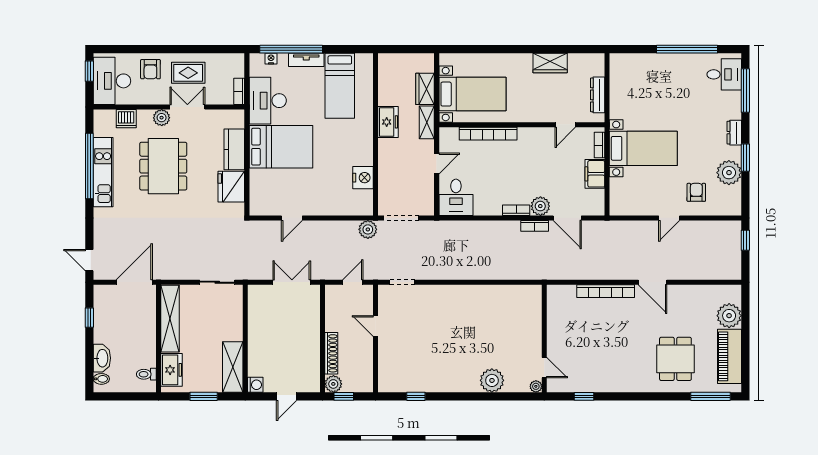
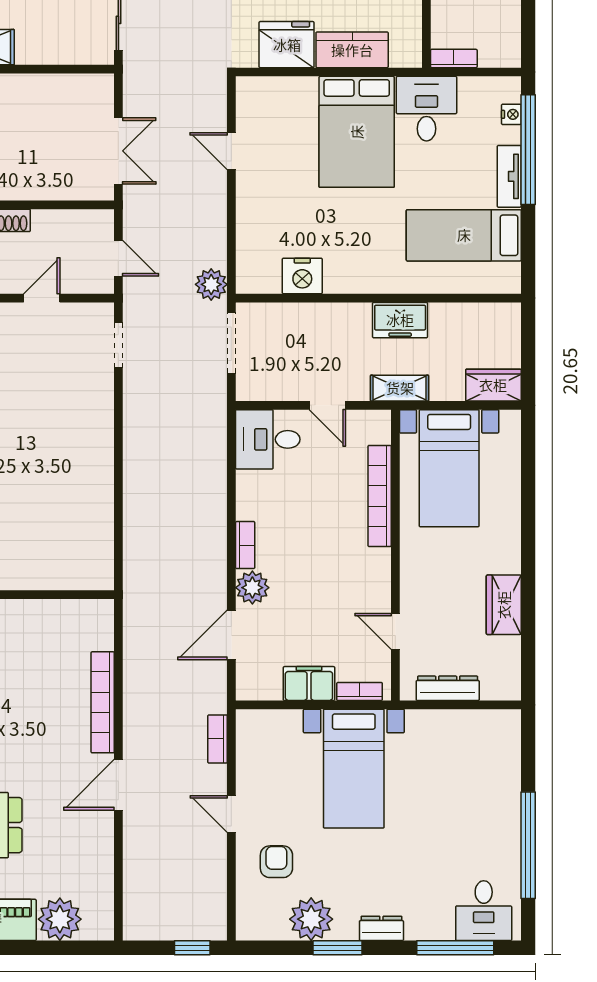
wardrobe: (425, 89) -> (493, 385), moved
desk: (268, 101) -> (426, 109), width x0.73
armchair: (696, 192) -> (276, 862), turned -90
bookcase: (535, 226) -> (218, 739), moved

